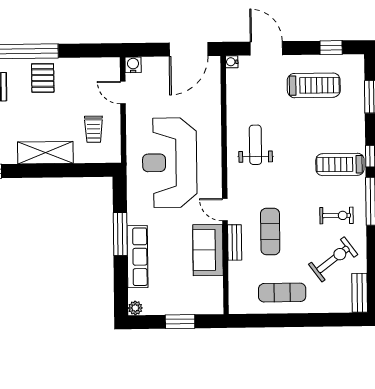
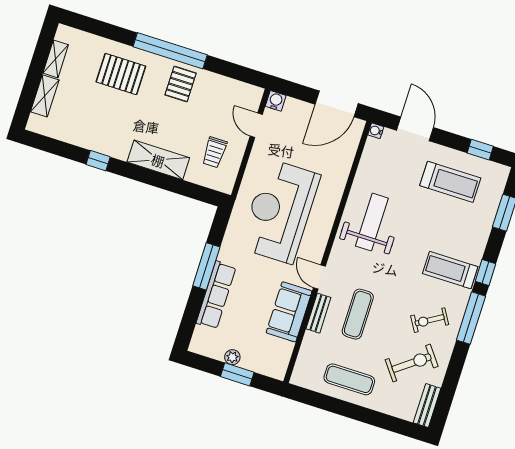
weight bench: (255, 145) -> (372, 222), width x1.36, depth x1.33
exercise bike: (336, 215) -> (430, 320), turned 149
plant: (135, 308) -> (232, 357), moved

